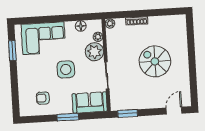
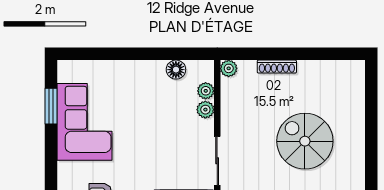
corner sofa: (43, 38) -> (84, 122), moved, turned -90
plant: (94, 52) -> (205, 110), width x0.53, depth x0.53
side table: (66, 69) -> (145, 146), removed

